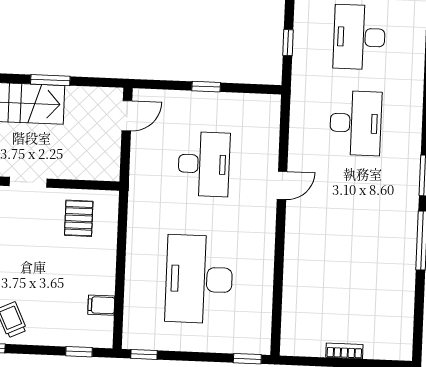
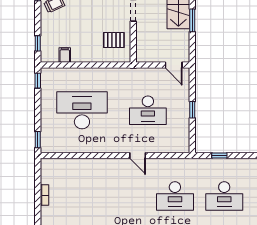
desk: (359, 37) -> (224, 196), turned 180

